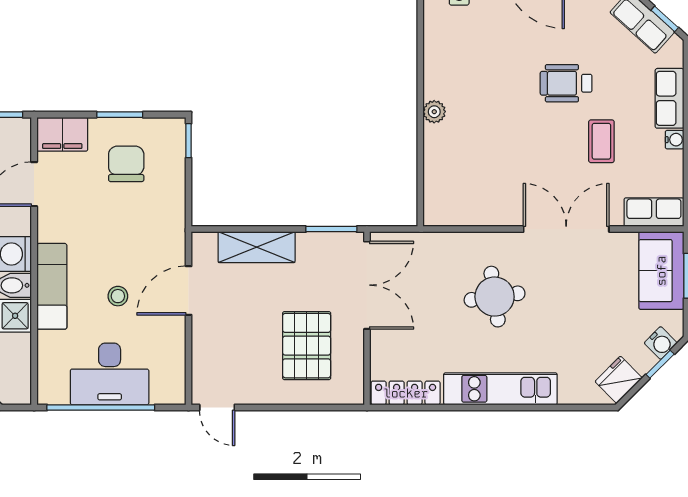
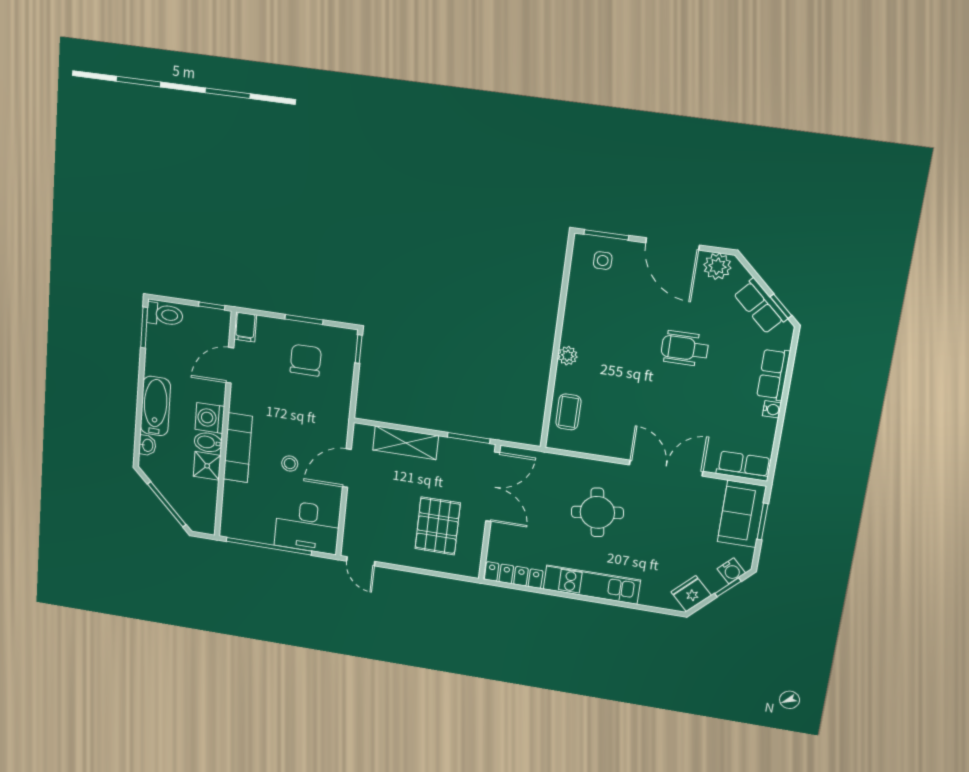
filing cabinet: (62, 134) -> (245, 327), width x0.50
coffee table: (601, 141) -> (568, 412), moved
desk: (110, 374) -> (307, 527), moved

